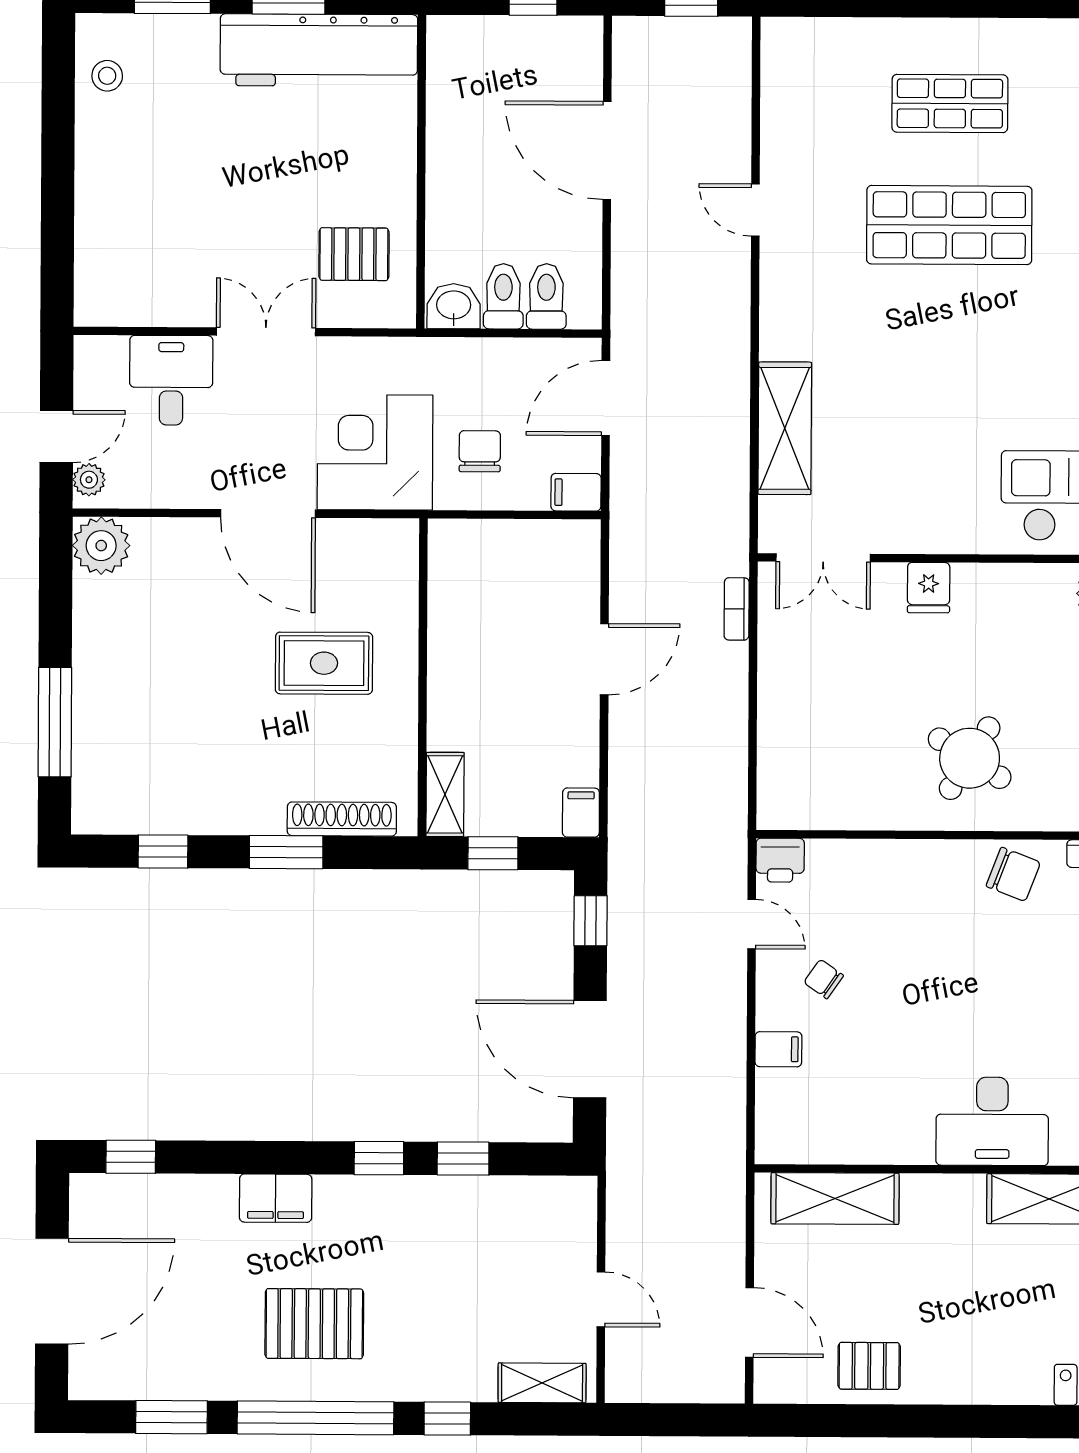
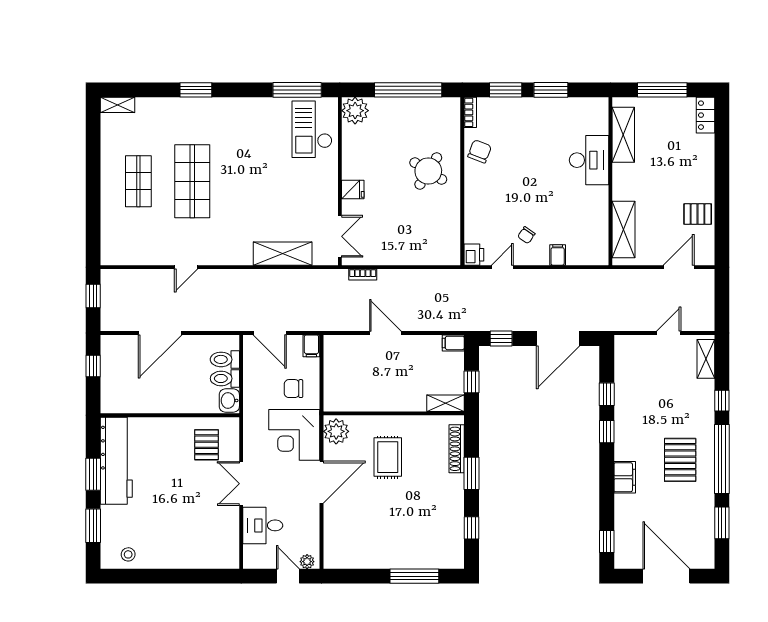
plant: (101, 546) -> (336, 431), moved
pallet: (869, 1366) -> (698, 214), turned 90

